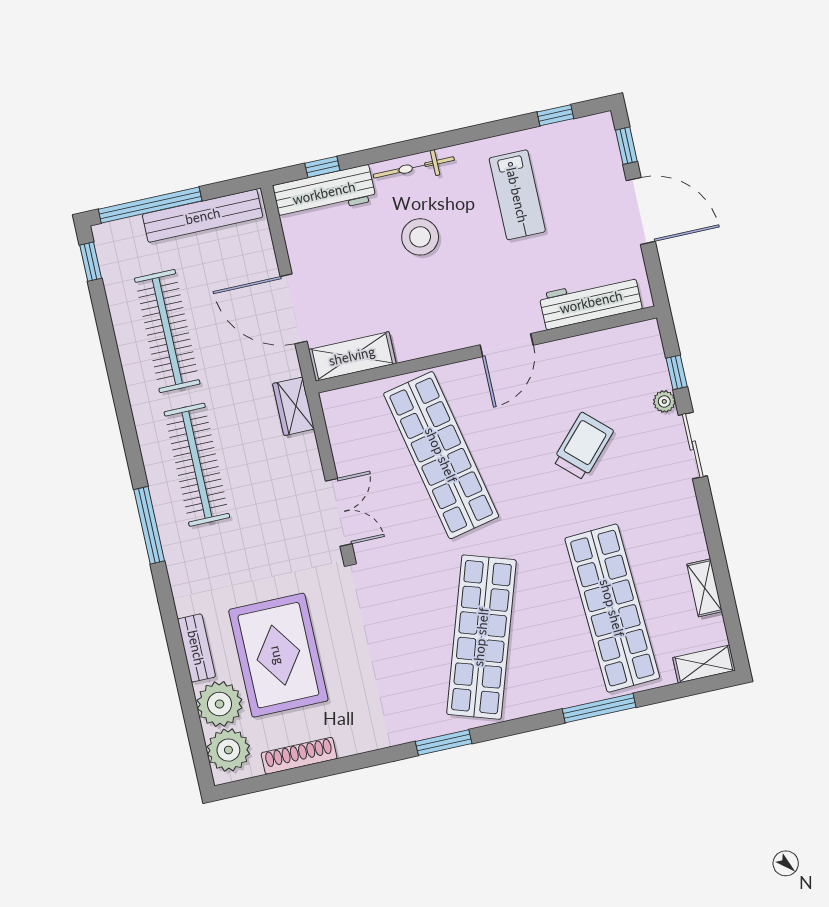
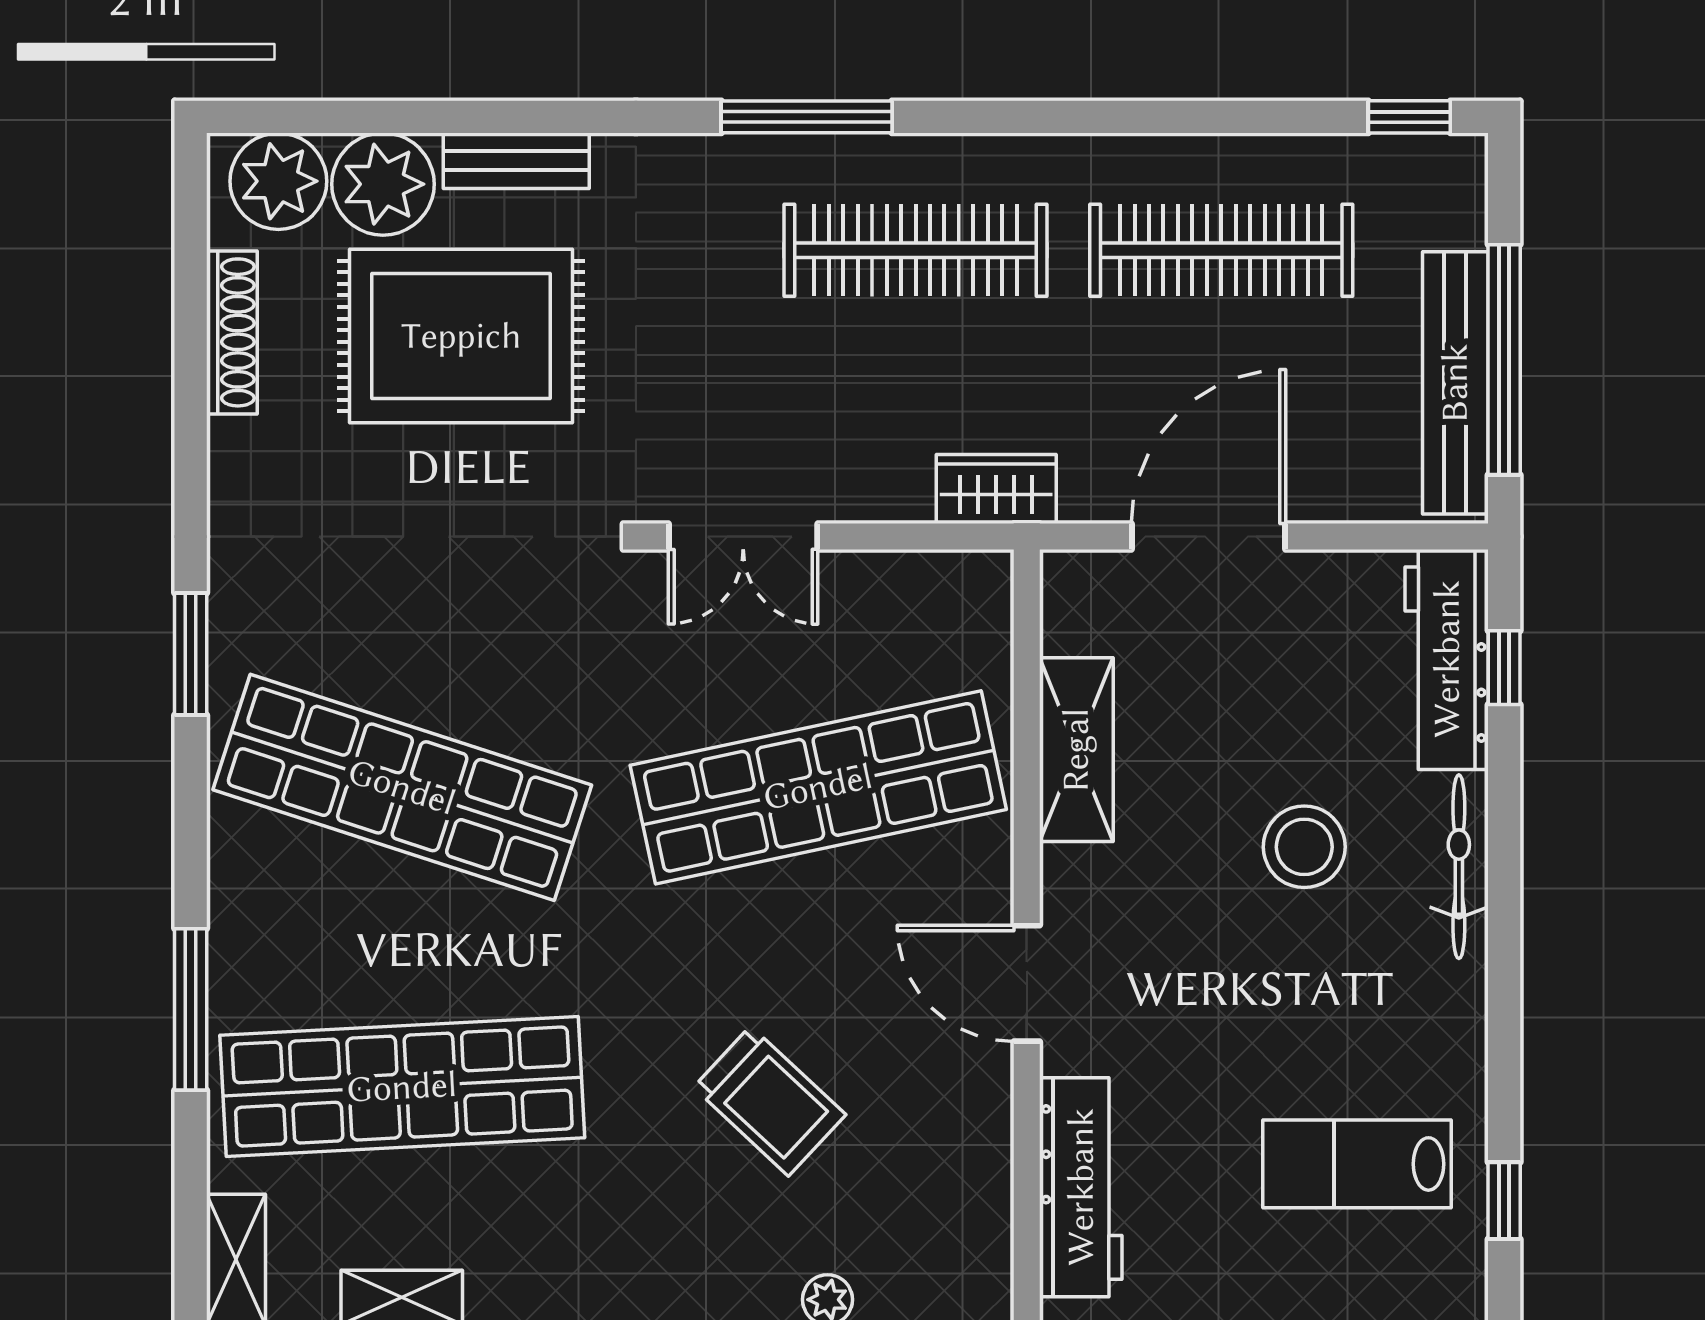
lab bench: (517, 195) -> (1357, 1164), moved
window: (150, 205) -> (1504, 360), moved
shelving: (352, 356) -> (1076, 750), moved

